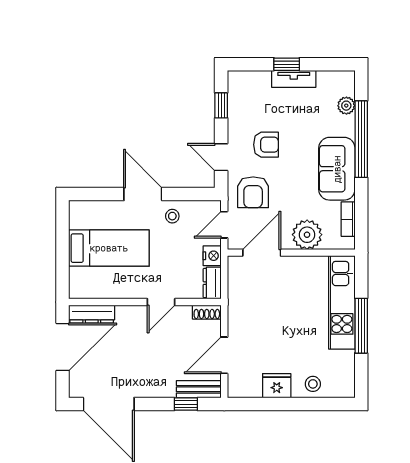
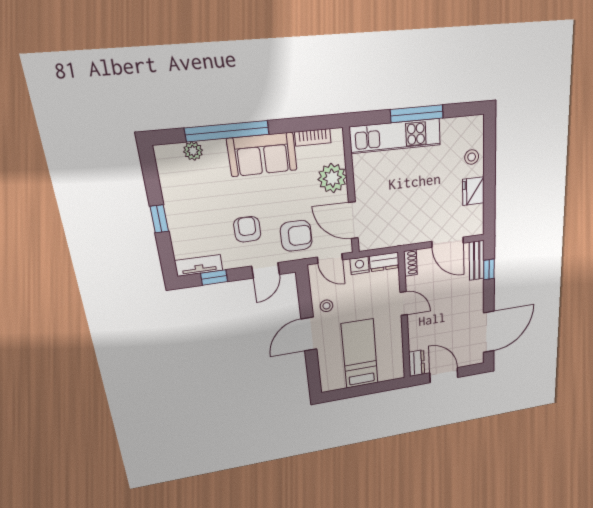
tv unit: (294, 79) -> (199, 265), moved, turned -90
dresser: (92, 314) -> (417, 363), width x0.70
door: (63, 347) -> (444, 375), width x0.73

